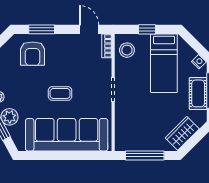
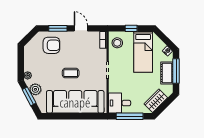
door: (89, 29) -> (81, 28), moved
armchair: (33, 54) -> (51, 45), turned -90
desk: (130, 136) -> (120, 103), added

